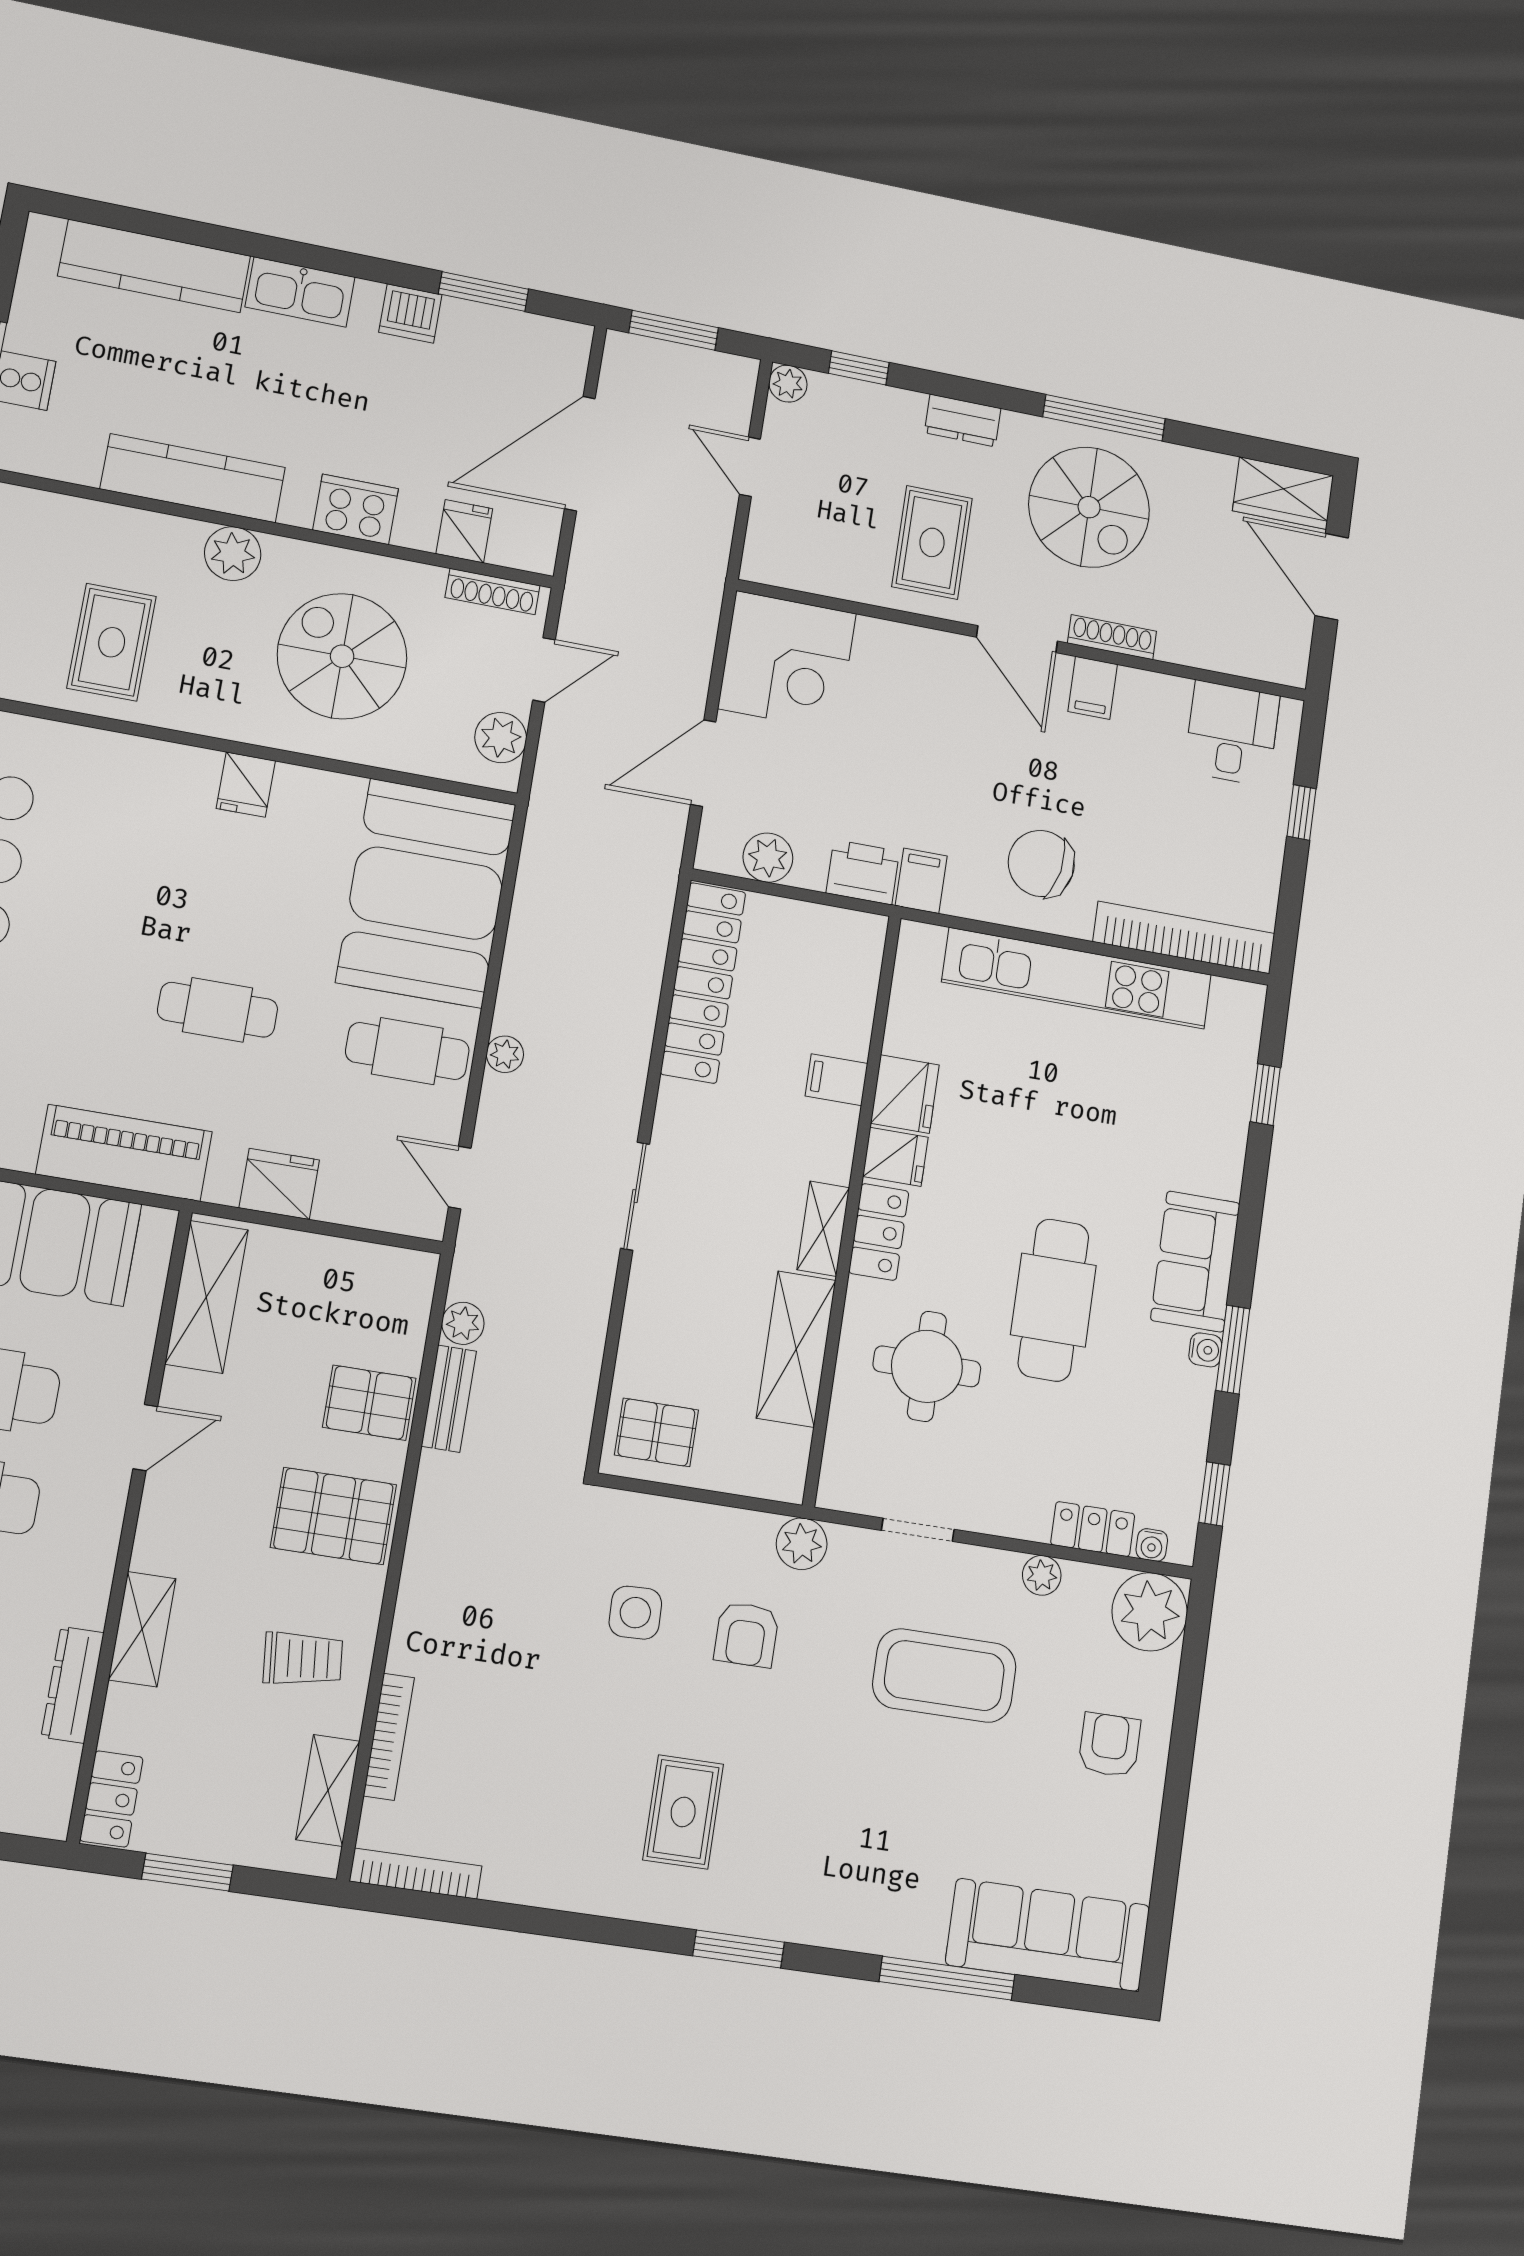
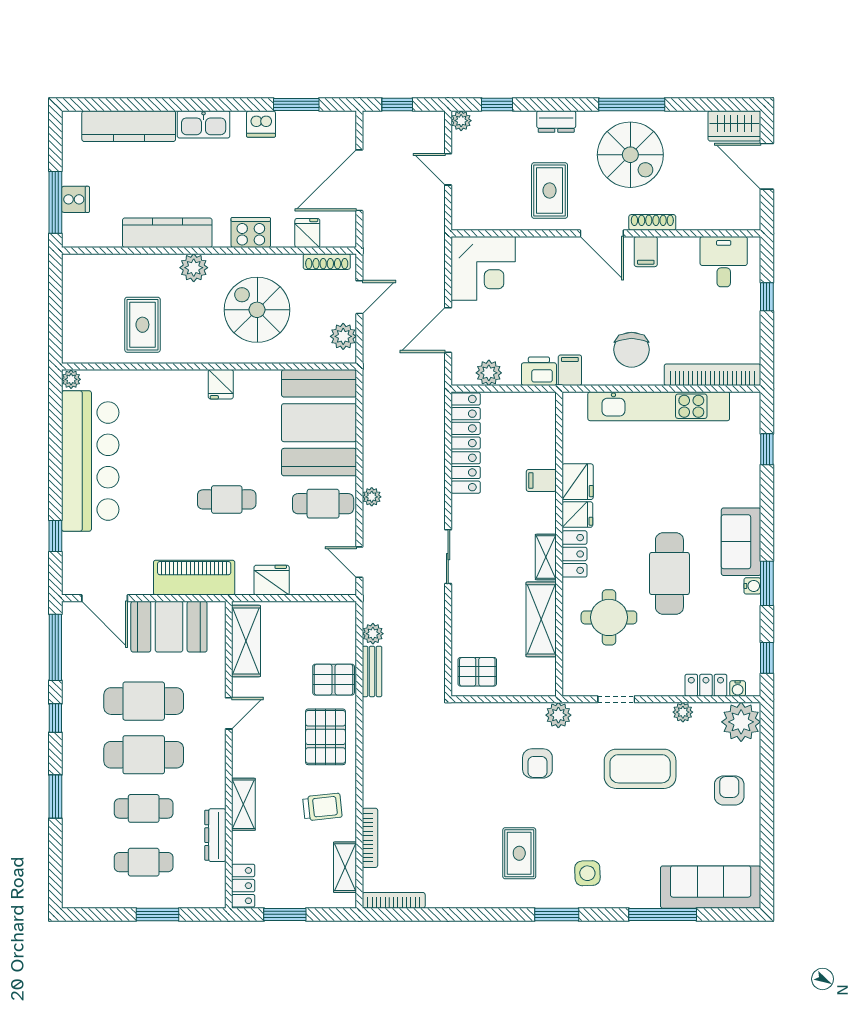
window: (674, 330) -> (397, 104), width x0.67
chair: (1041, 864) -> (632, 350), turned -101
pallet: (334, 1516) -> (326, 737), turned 90
side table: (635, 1613) -> (587, 873), moved

